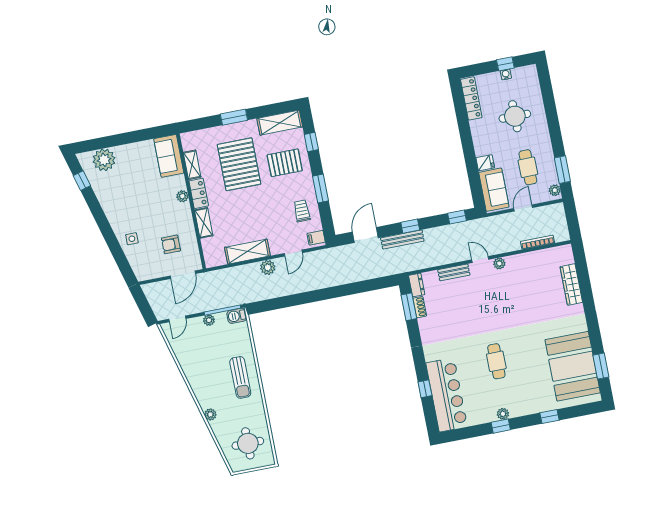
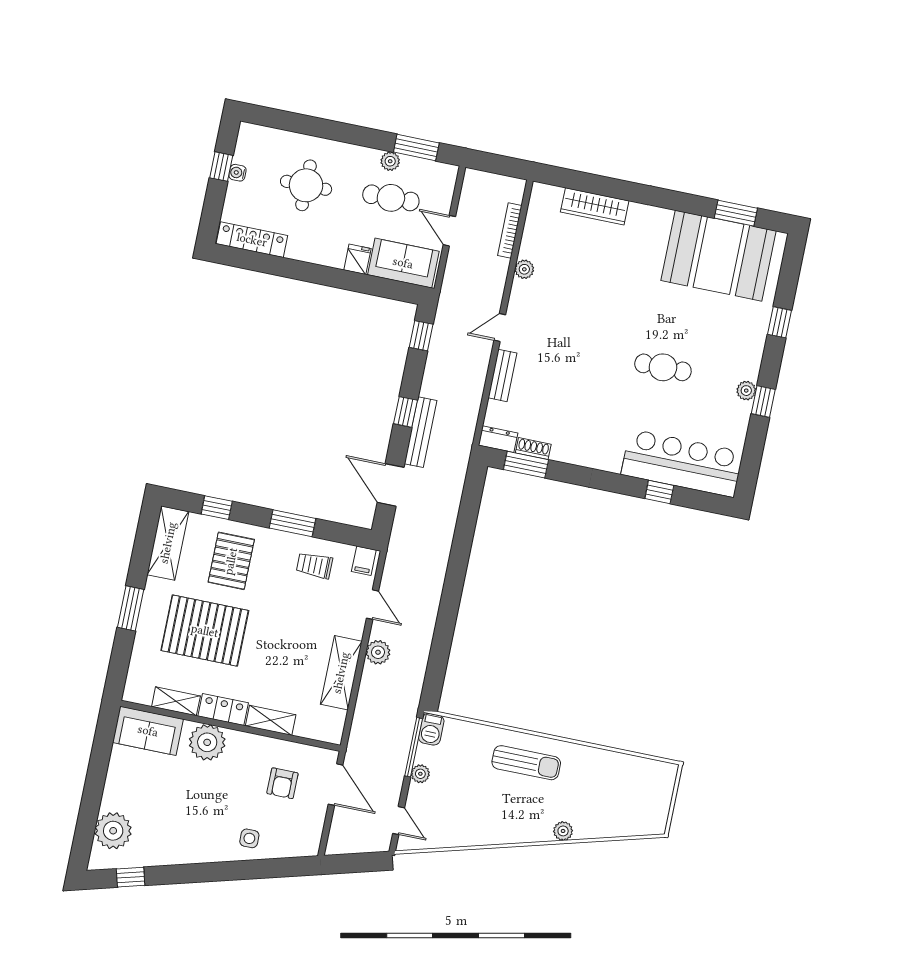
plant: (555, 190) -> (390, 161), moved
plant: (182, 196) -> (207, 742), width x1.88, depth x1.88
plant: (499, 263) -> (524, 269), moved
round table: (248, 443) -> (630, 793), removed

